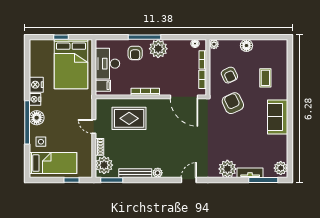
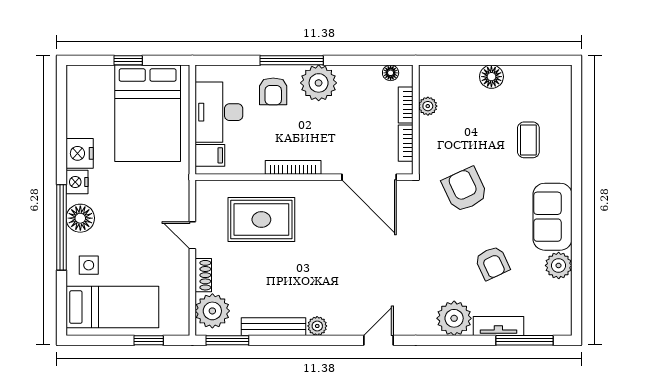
plant: (214, 44) -> (428, 106), moved
armchair: (229, 75) -> (492, 263), moved
plant: (281, 168) -> (559, 265), moved

